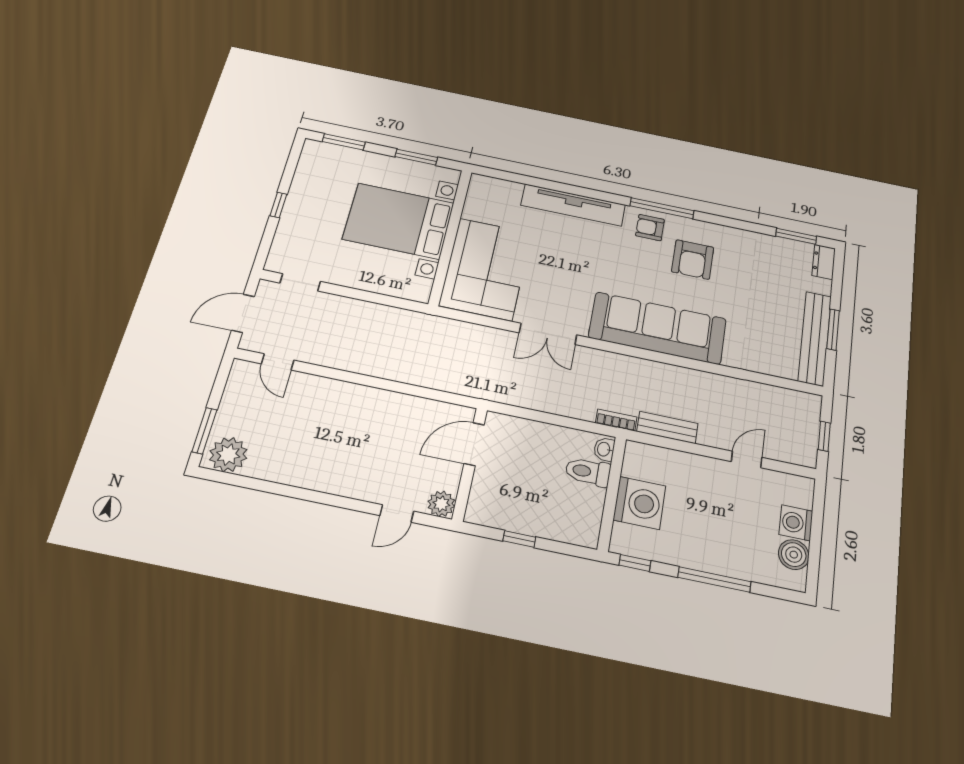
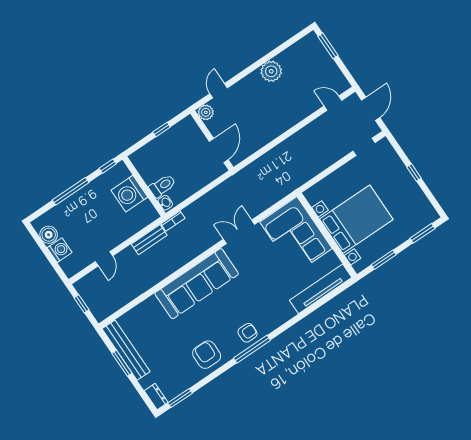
tv unit: (573, 205) -> (321, 289), moved
armchair: (693, 260) -> (207, 355), moved
plant: (228, 455) -> (271, 71), moved

